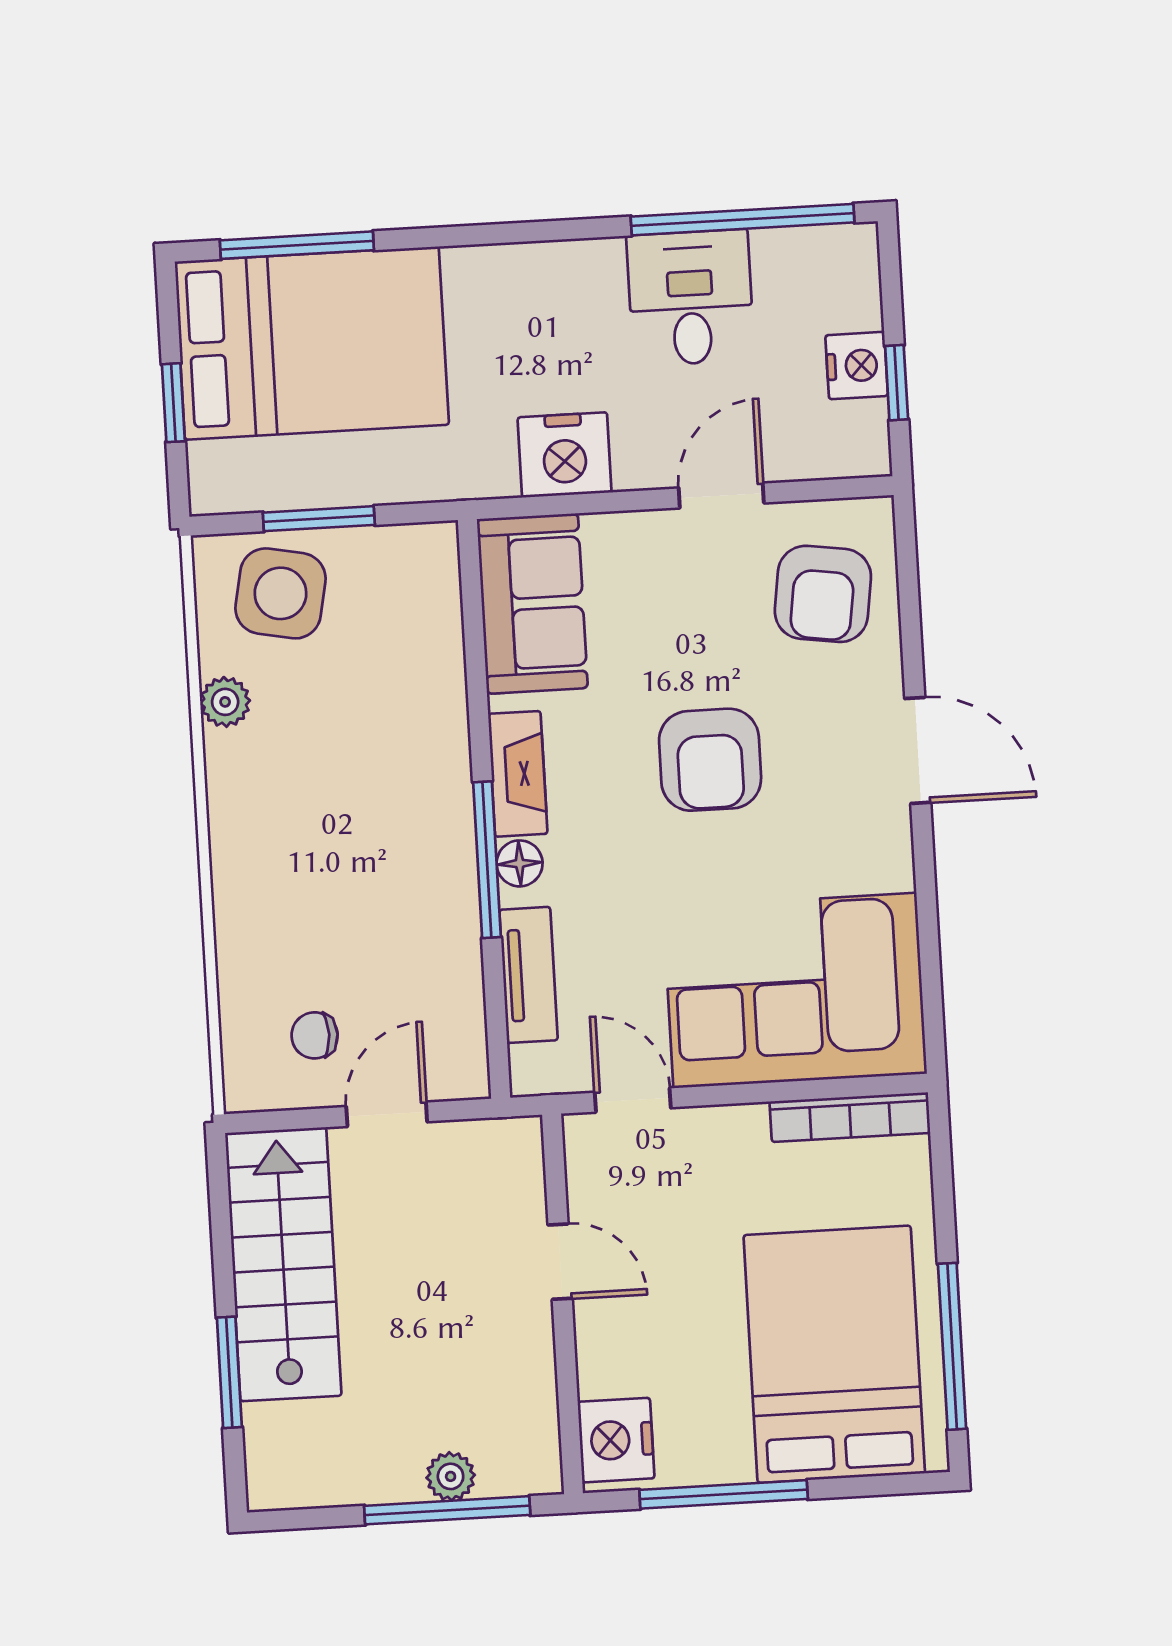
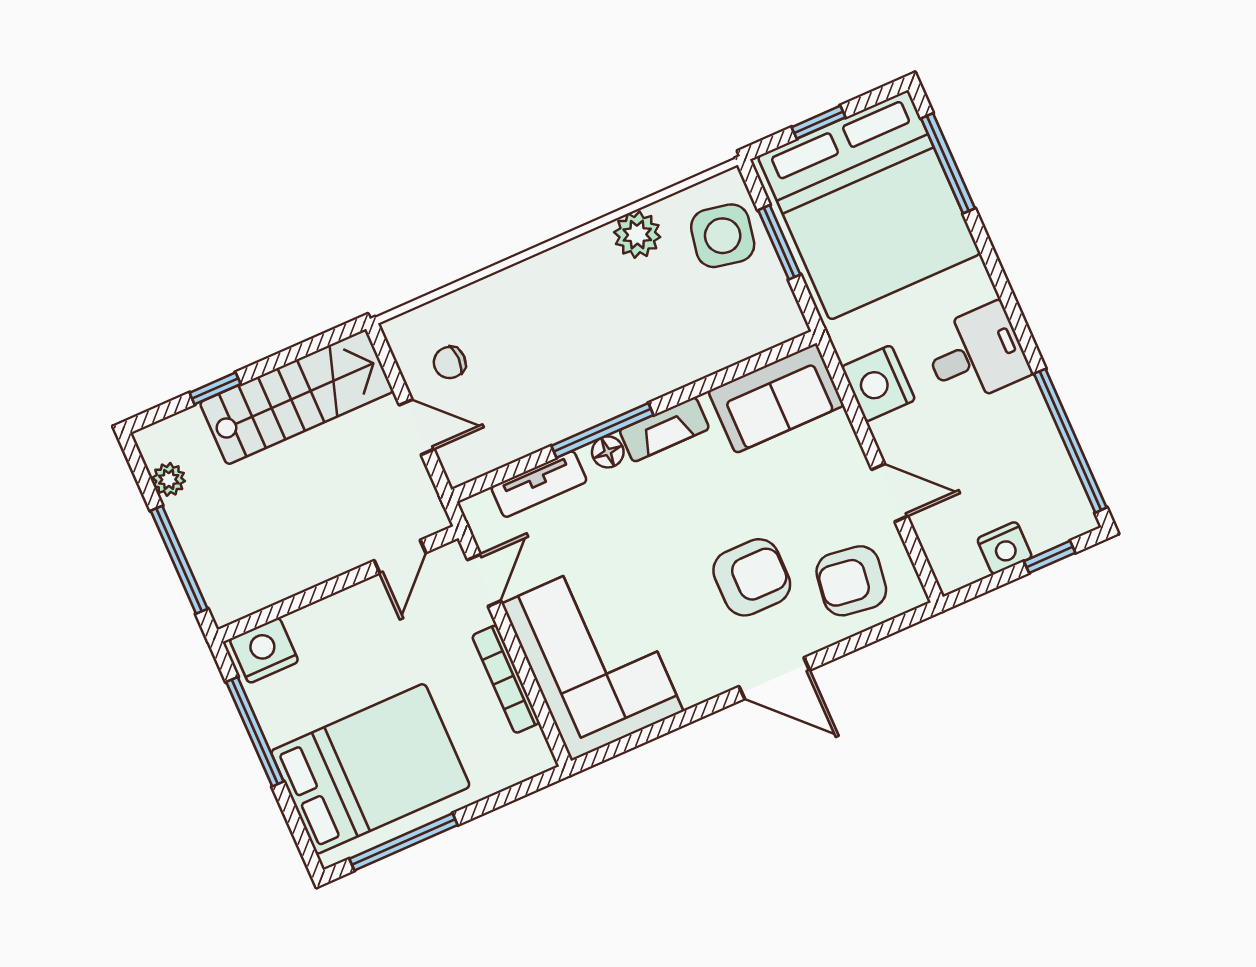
desk: (690, 298) -> (976, 354), moved
bed: (312, 343) -> (869, 205), width x1.36
window: (897, 383) -> (1050, 557), moved
plant: (225, 702) -> (637, 235), width x1.38, depth x1.38
door: (918, 750) -> (774, 678), hinge flipped
armchair: (710, 760) -> (752, 577), moved, turned 180
chair: (315, 1035) -> (450, 362), turned -90
bookcase: (850, 1117) -> (506, 679), moved
door: (560, 1262) -> (400, 557), moved
window: (229, 1372) -> (215, 388), width x0.67
plant: (451, 1476) -> (169, 479), moved

